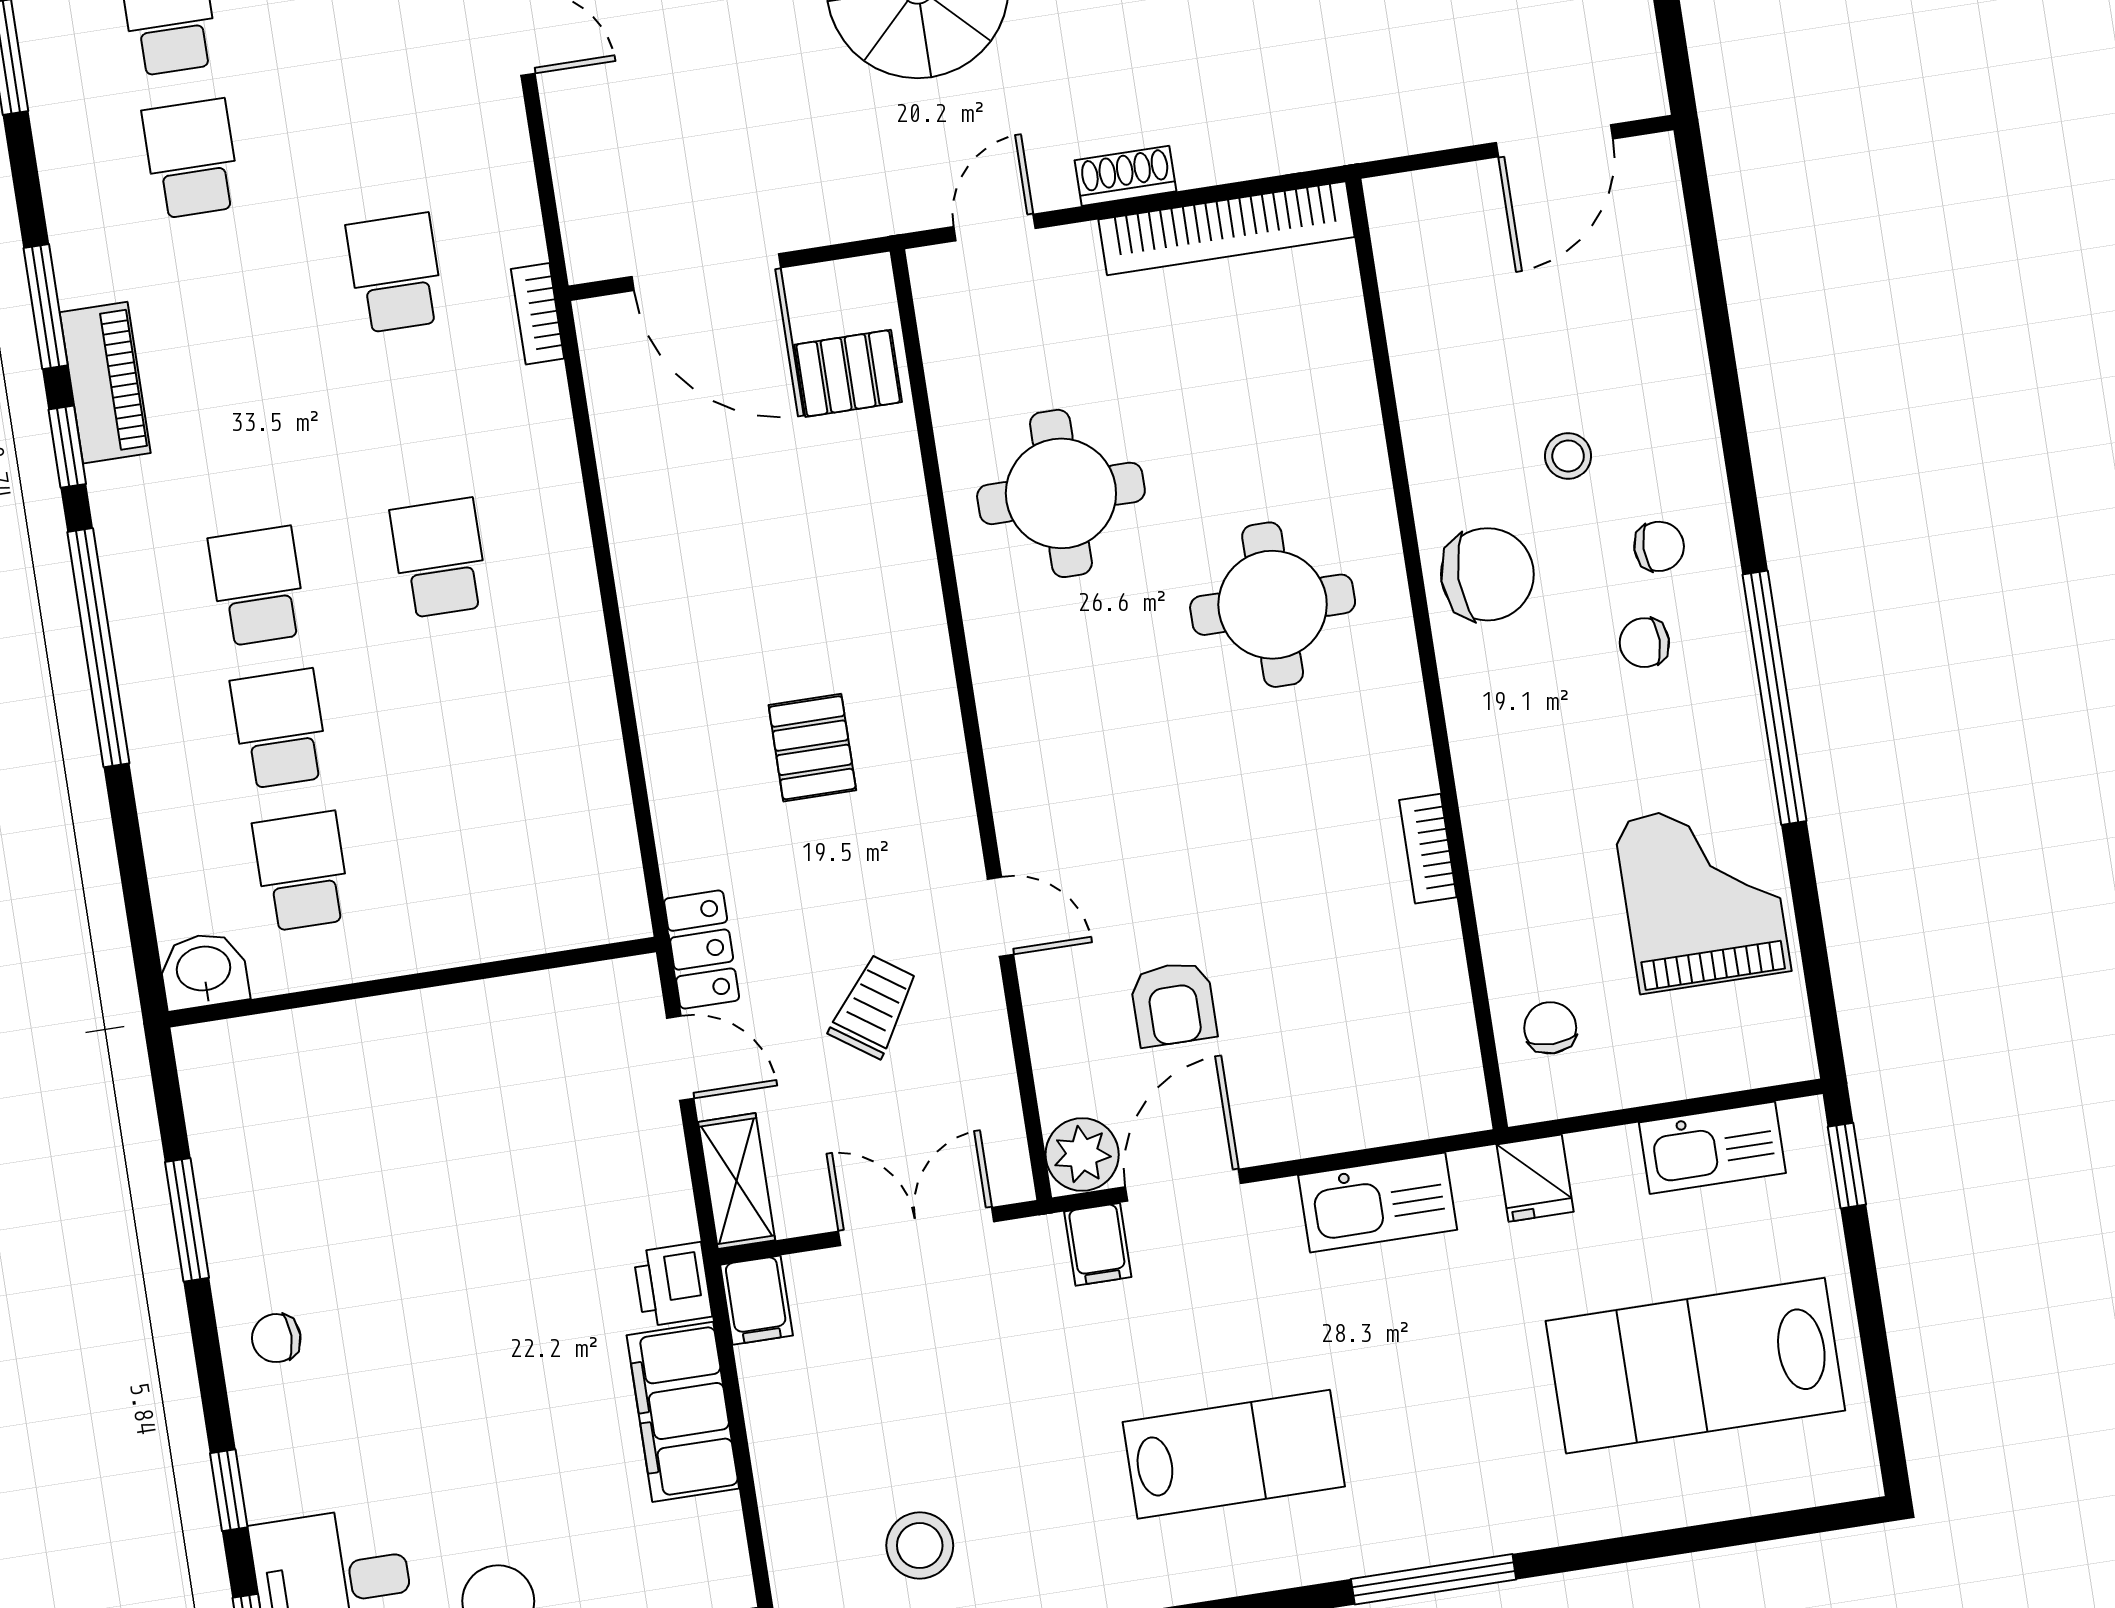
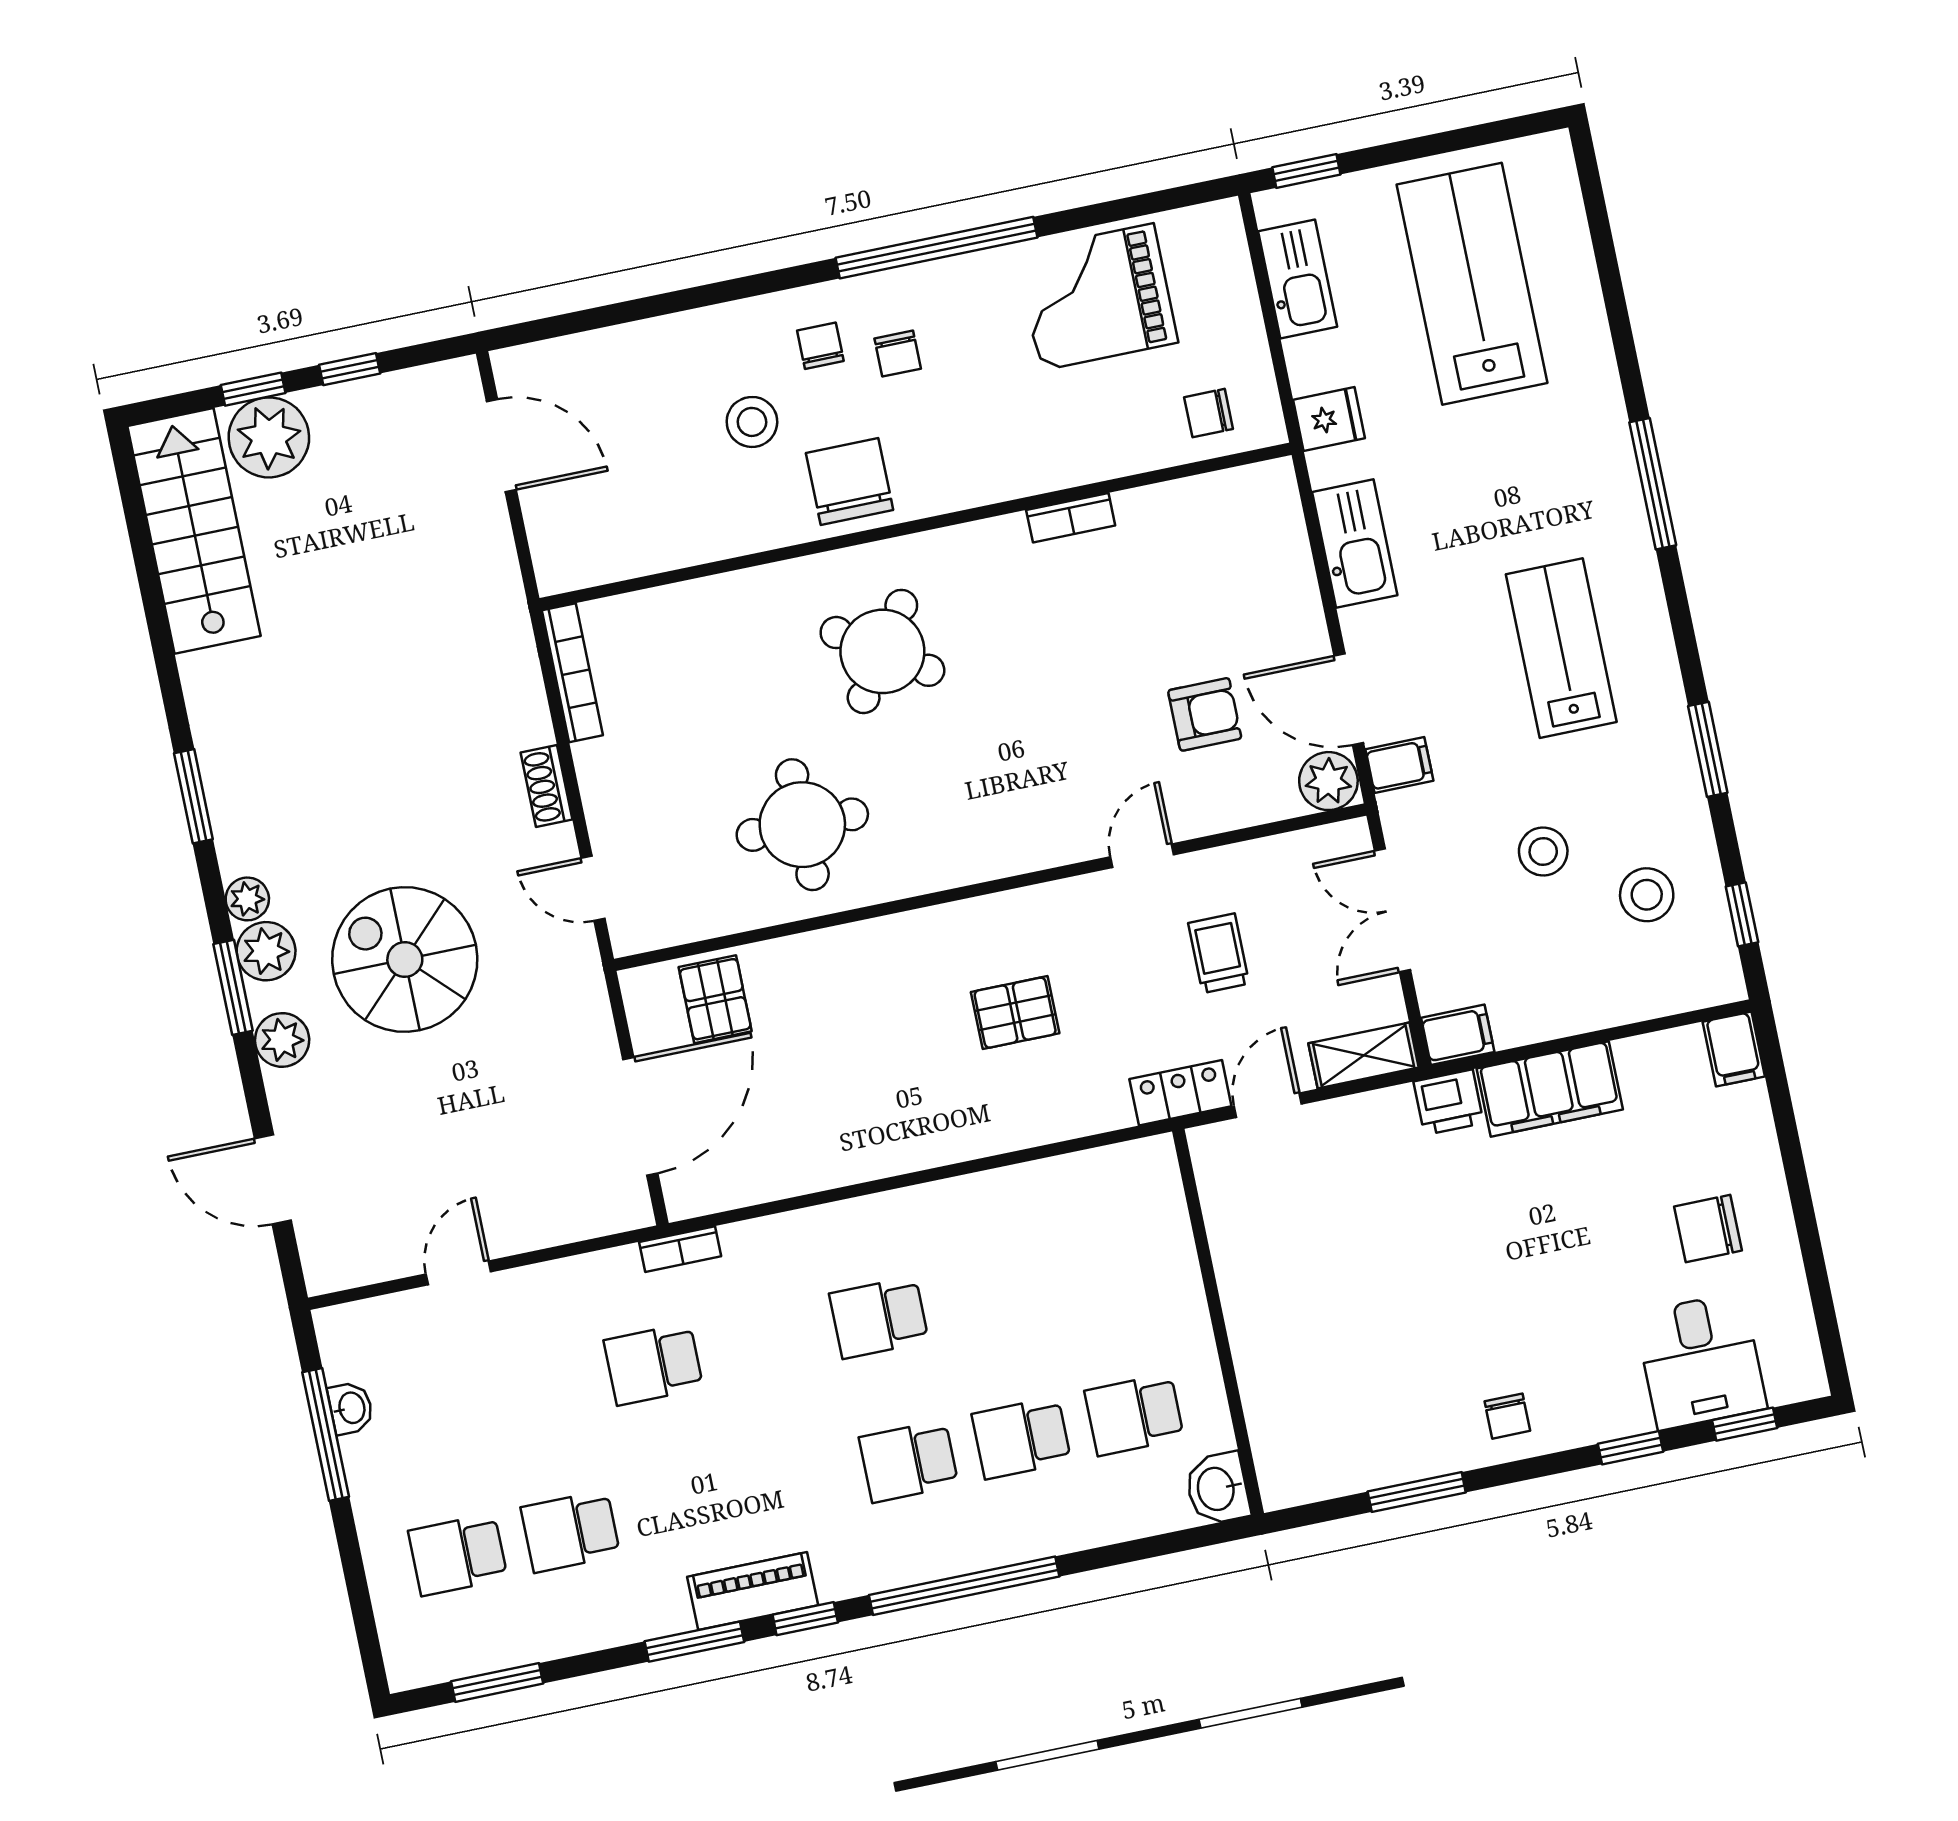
bookcase: (1226, 228) -> (572, 673), width x0.68, depth x0.76
stool: (1568, 456) -> (752, 422), width x1.37, depth x1.37
round table: (1273, 605) -> (882, 651), turned 34
trolley: (874, 1006) -> (1219, 953), turned 55
lab bench: (1695, 1366) -> (1472, 284), turned 180
stool: (980, 1419) -> (1543, 852), added

